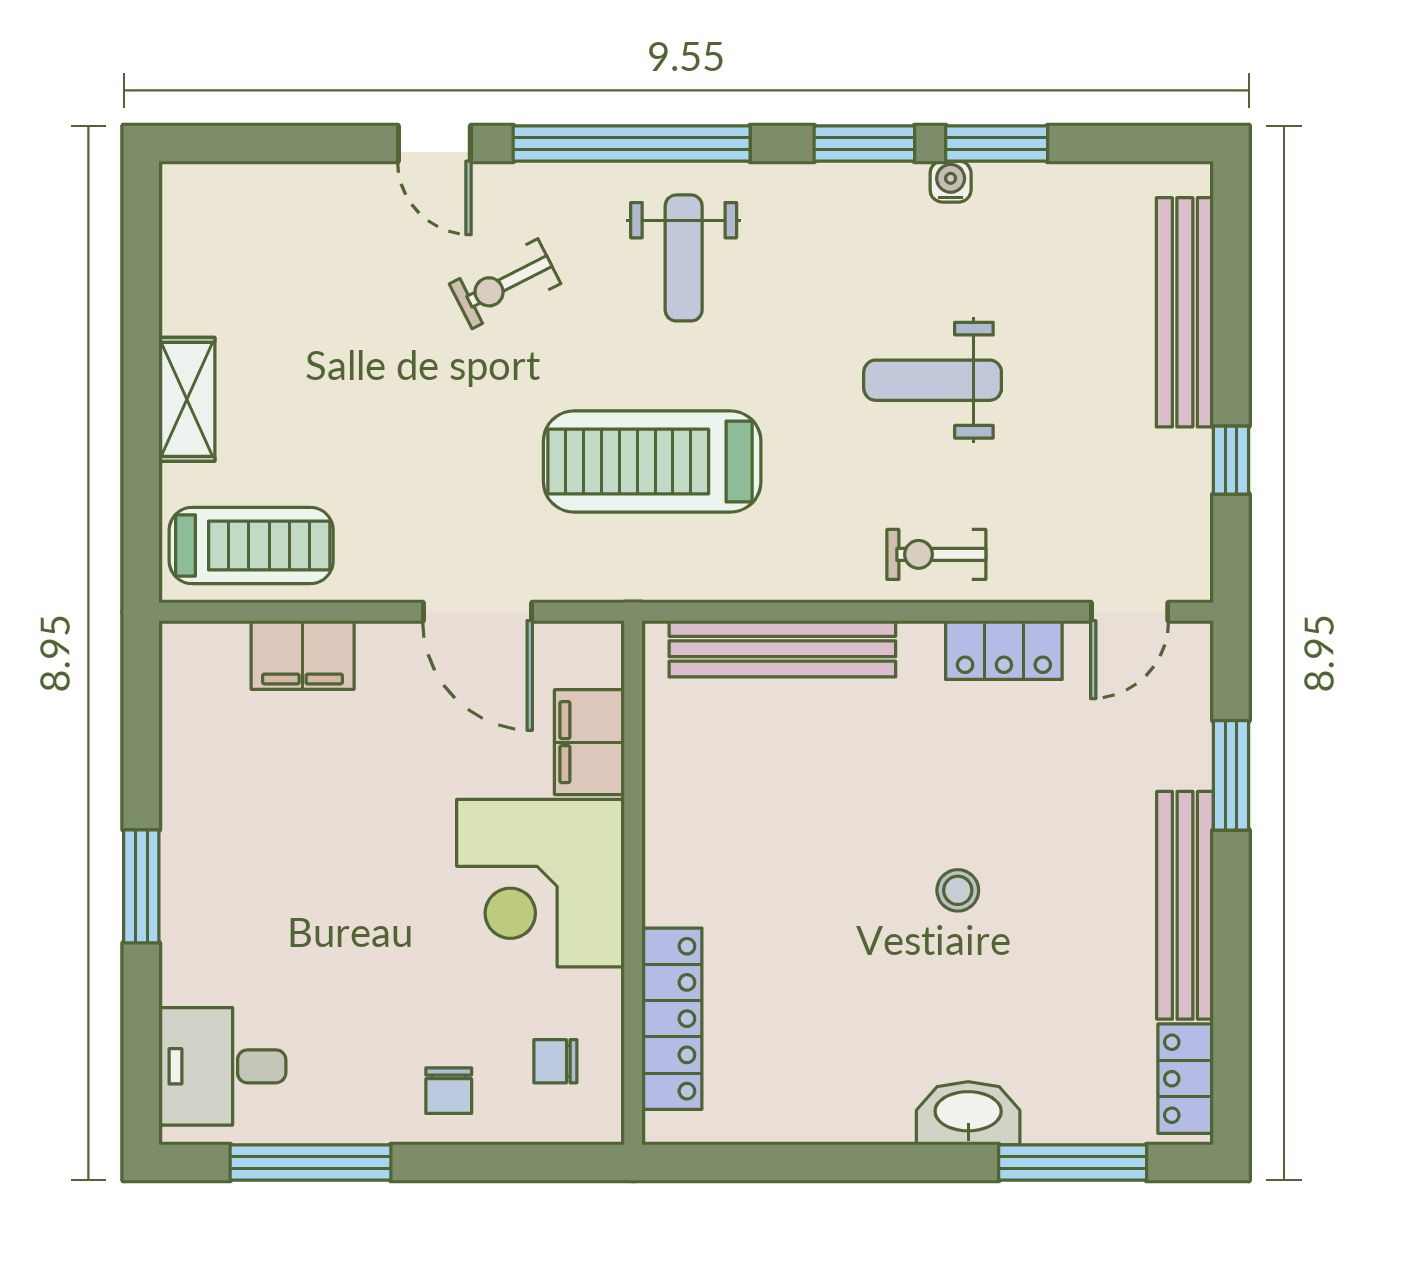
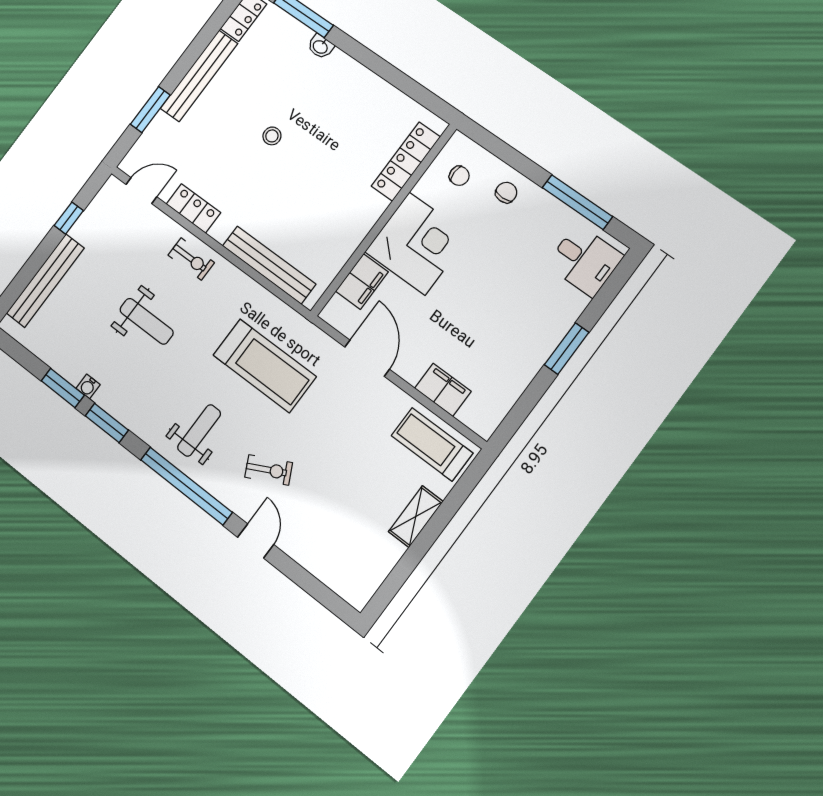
washbasin: (968, 1113) -> (321, 47), width x0.52, depth x0.69

